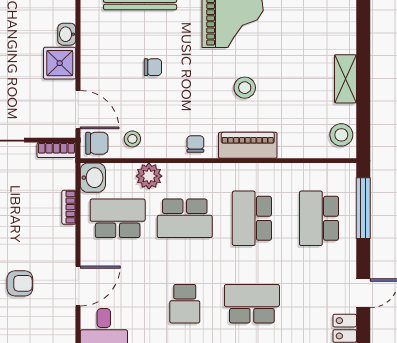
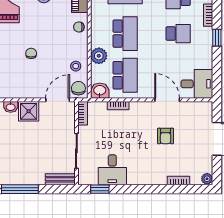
school desk: (118, 218) -> (125, 75), turned 180
armchair: (20, 283) -> (166, 136), turned 180

